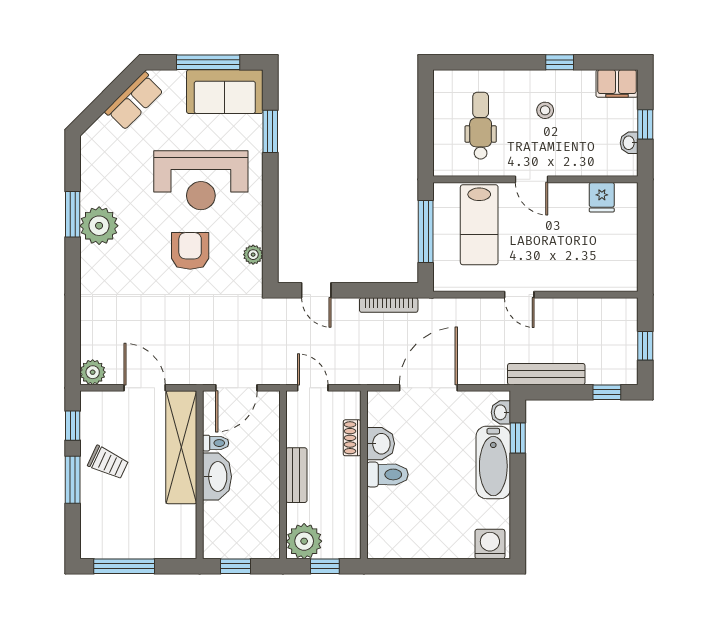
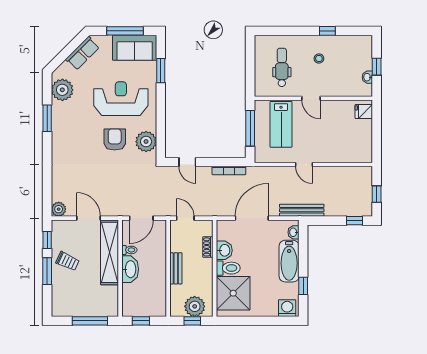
filing cabinet: (617, 84) -> (360, 43), removed
reception desk: (201, 180) -> (121, 99), turned 180
fridge: (602, 197) -> (364, 112), moved, turned 90
plant: (99, 226) -> (62, 90), moved
plant: (253, 255) -> (146, 142), width x1.88, depth x1.88
bench: (546, 374) -> (302, 210), moved
window: (518, 438) -> (303, 286), moved
shower: (396, 518) -> (233, 293), added
plant: (304, 541) -> (195, 306), moved
window: (124, 566) -> (90, 321), moved

